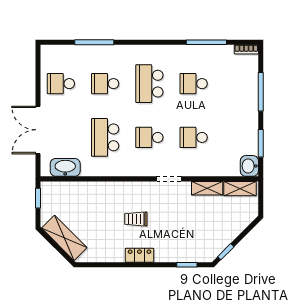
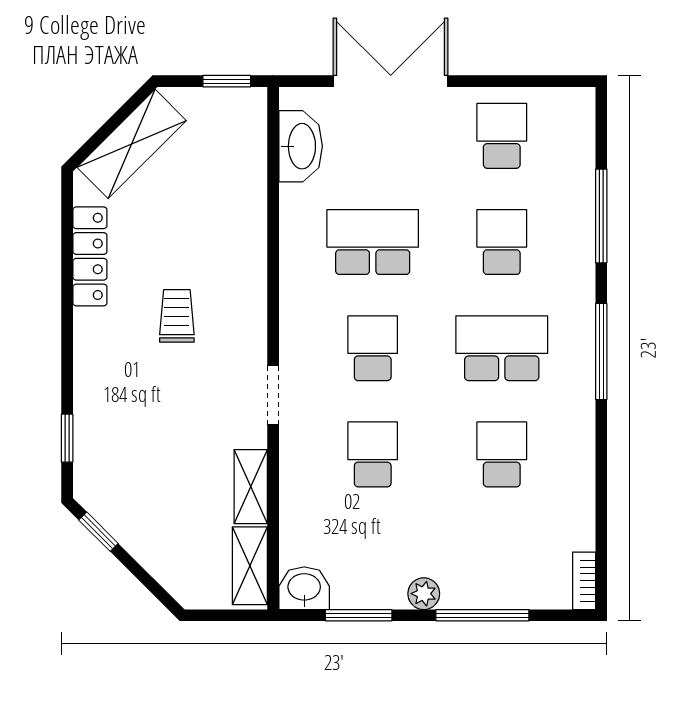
window: (206, 42) -> (601, 351), moved
plant: (252, 116) -> (424, 594), added
locker: (139, 255) -> (90, 256), moved, width x1.53

